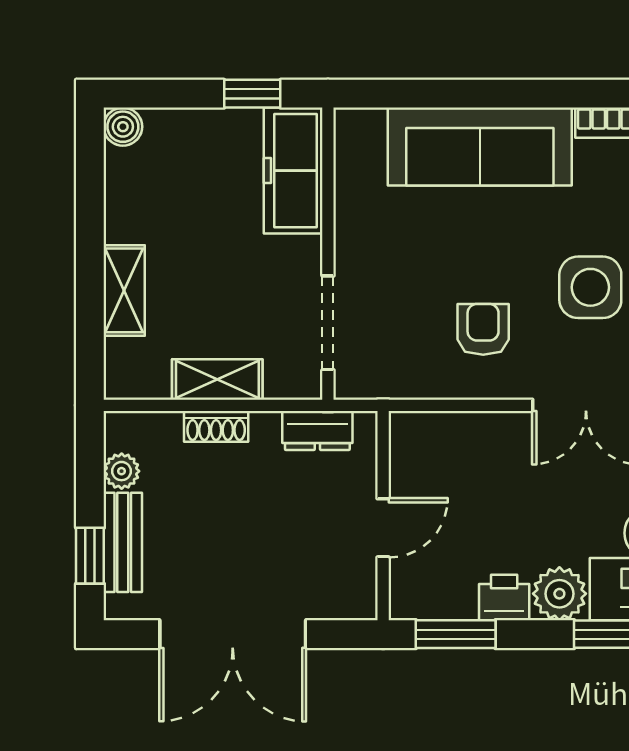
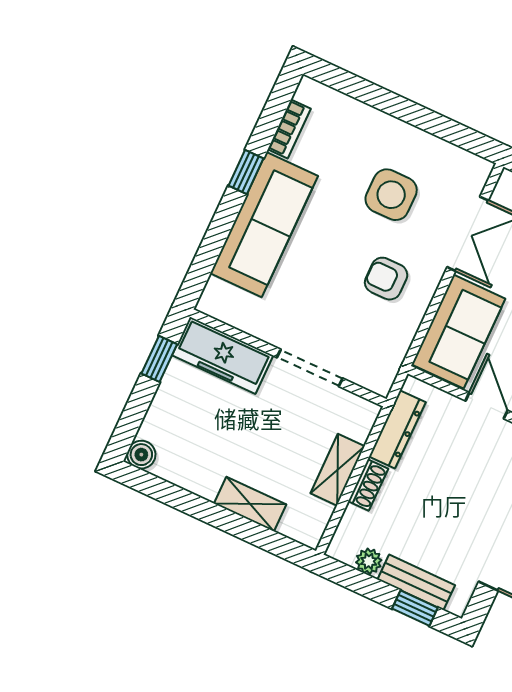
window: (535, 94) -> (246, 172), added
doorway: (328, 323) -> (310, 368), moved
dresser: (317, 430) -> (397, 429), width x1.44
sofa: (459, 450) -> (459, 332), added

